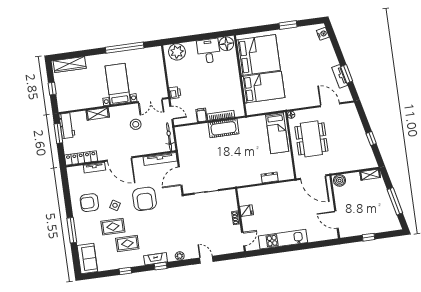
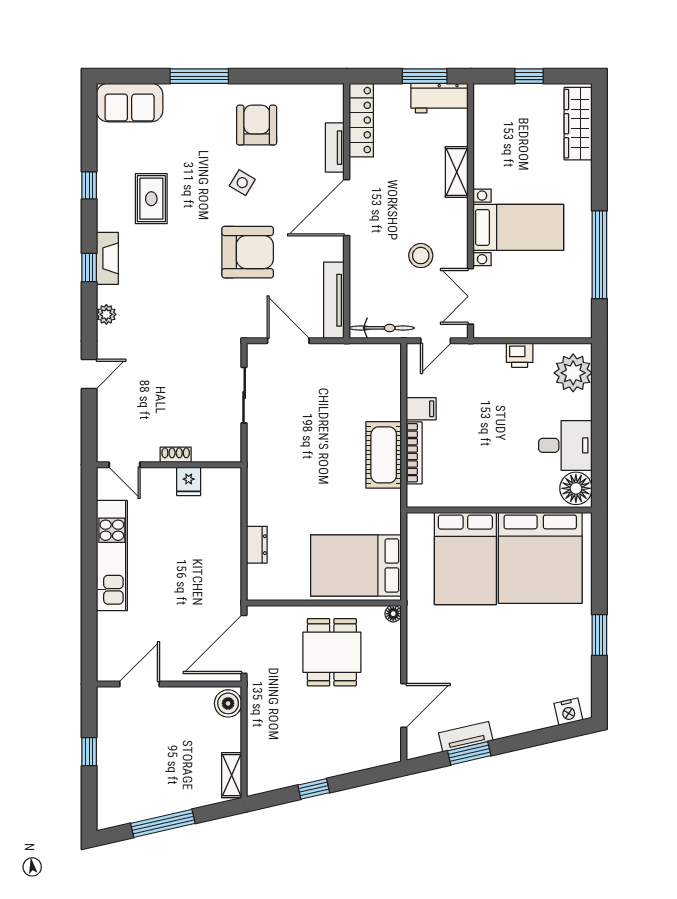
printer: (175, 93) -> (520, 355), moved
bed: (277, 133) -> (356, 565), width x1.50
dining table: (311, 139) -> (332, 652), width x0.73
armchair: (144, 199) -> (248, 252), turned 180
rug: (113, 227) -> (194, 171), removed

